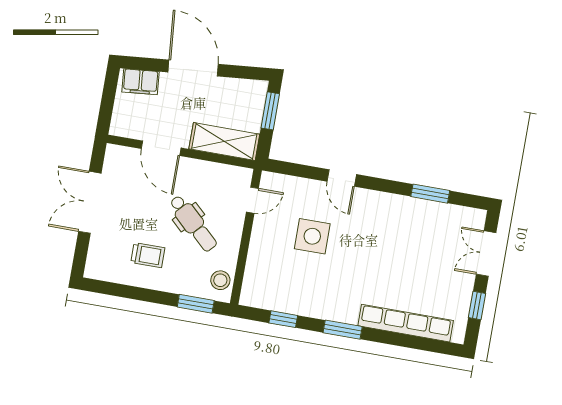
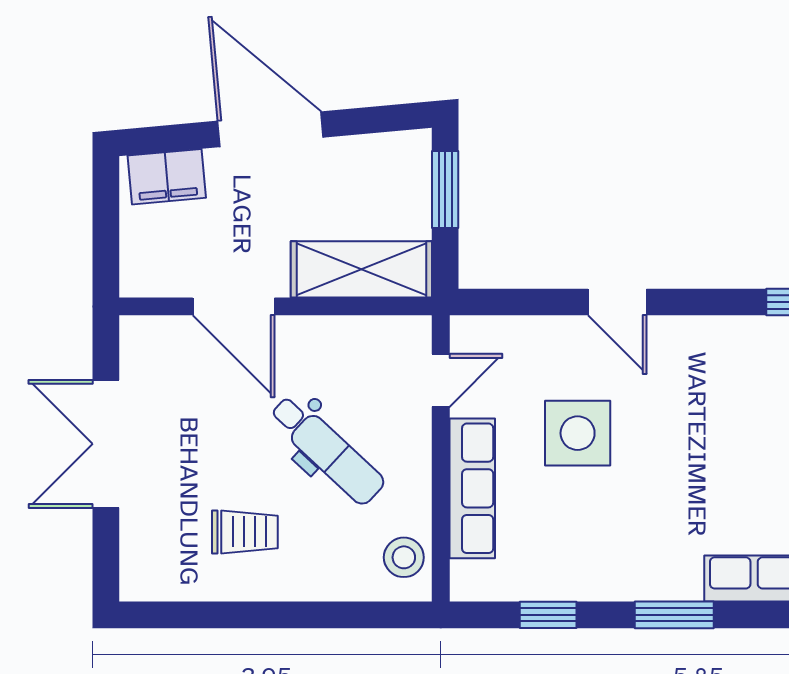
row of seats: (258, 253) -> (472, 488), added
window: (196, 304) -> (361, 615), removed

